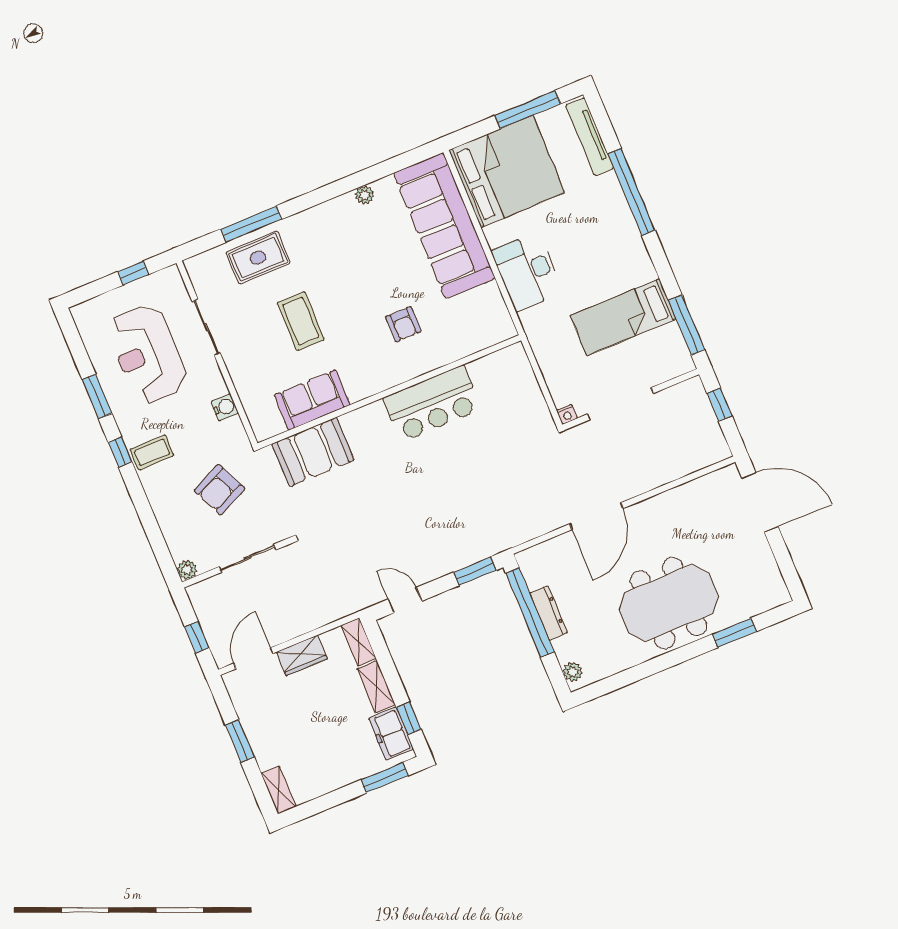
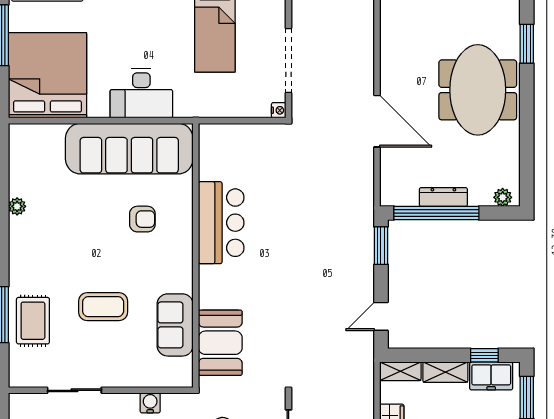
sofa: (444, 226) -> (129, 149), moved

